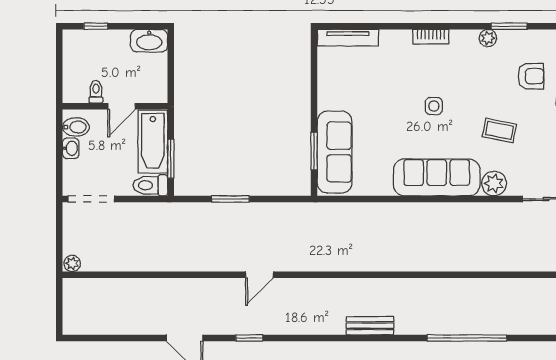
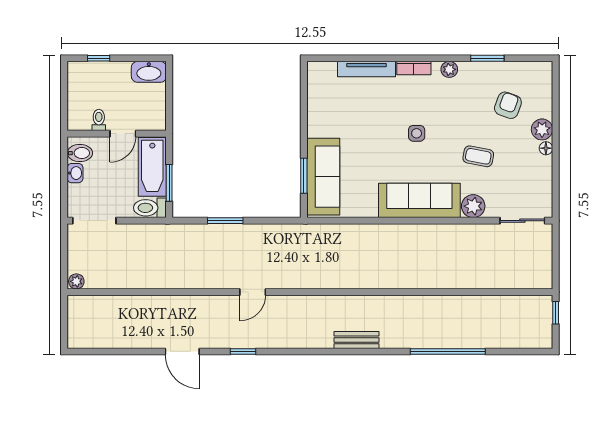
tv unit: (348, 38) -> (366, 69), moved
plant: (488, 38) -> (449, 69), moved
armchair: (531, 76) -> (508, 105), turned -70

